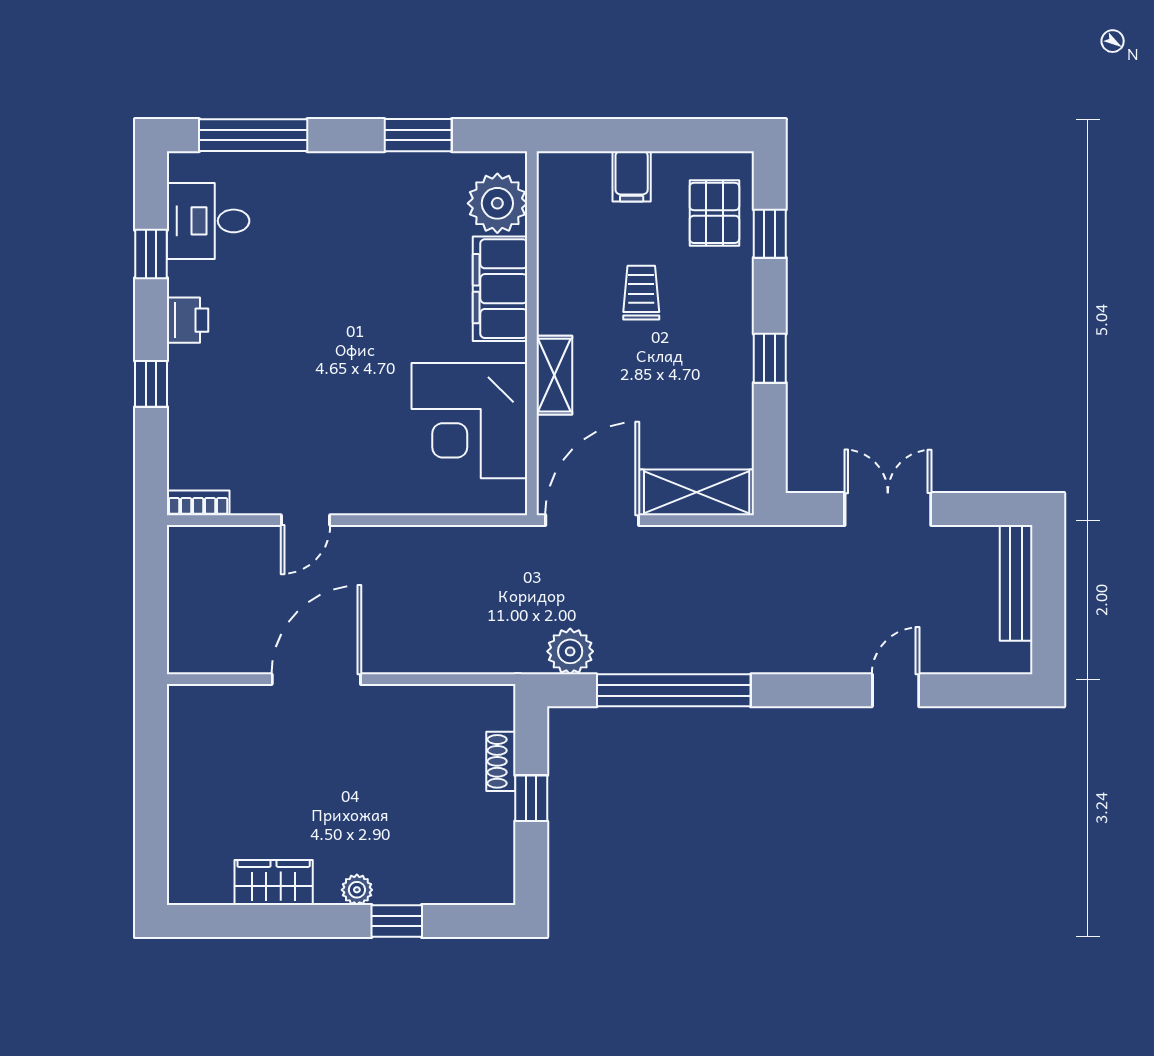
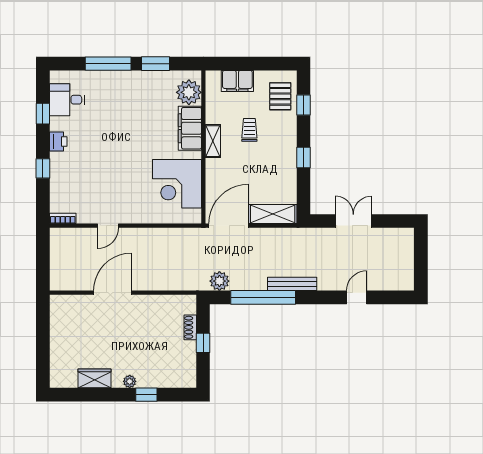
window: (253, 135) -> (108, 64), moved
filing cabinet: (632, 176) -> (237, 81), width x2.00
shelving: (554, 375) -> (213, 141), moved
bench: (1016, 583) -> (292, 284), moved, turned 90

